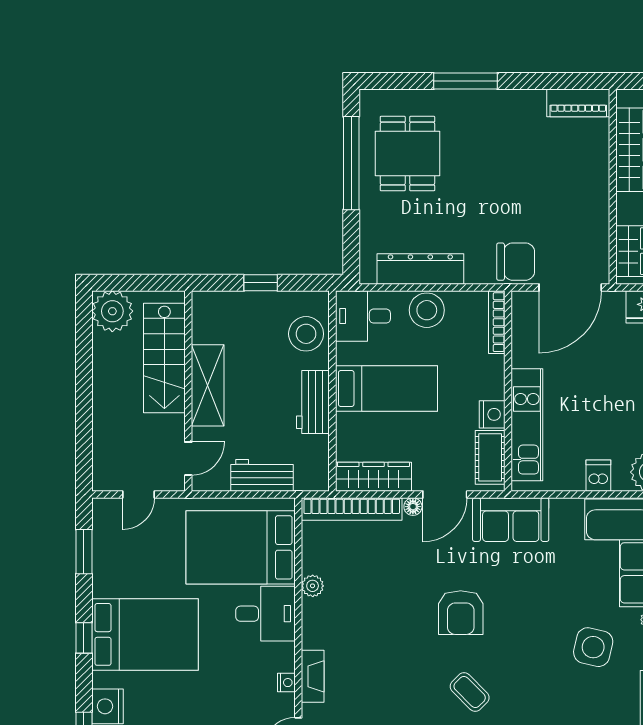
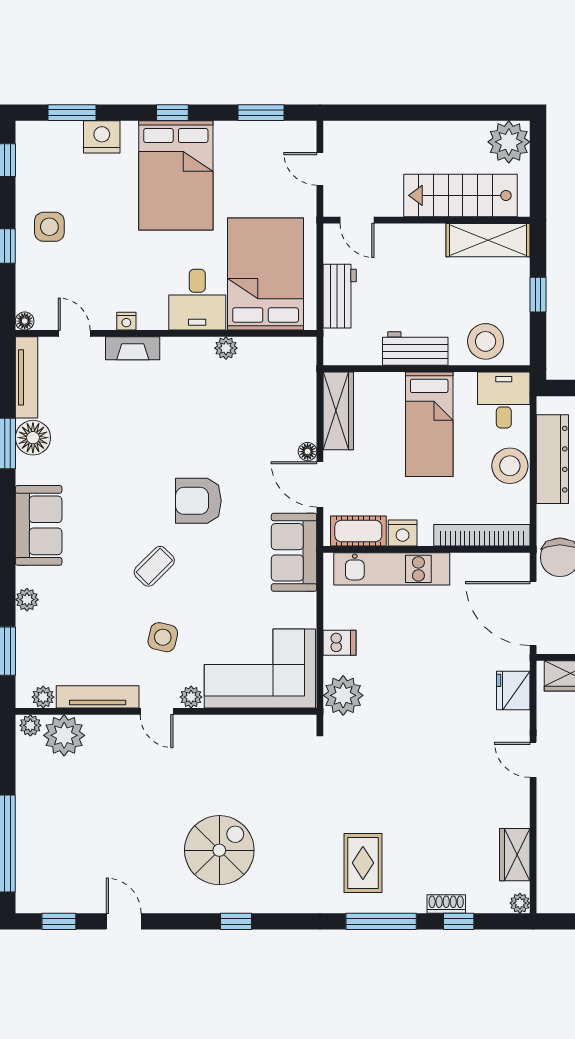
bookcase: (497, 322) -> (482, 535), width x1.48, depth x1.31
shelving: (208, 385) -> (488, 240), moved
bookcase: (352, 509) -> (305, 388), removed
side table: (593, 647) -> (163, 637), width x0.73, depth x0.73
coffee table: (470, 692) -> (154, 566), moved

